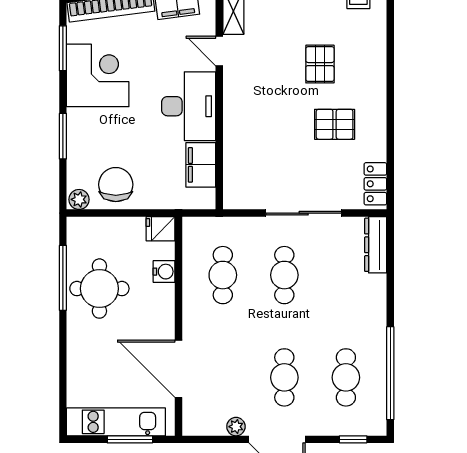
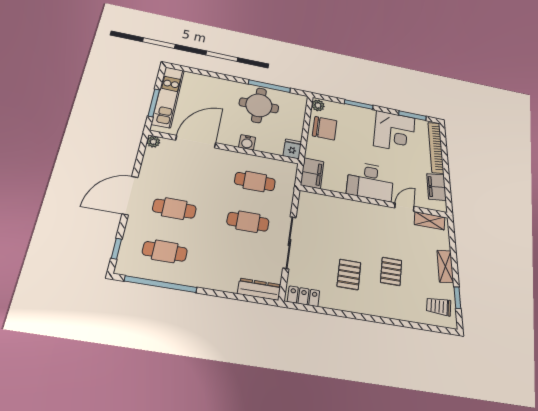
pallet: (320, 64) -> (391, 271), turned 90
filing cabinet: (201, 165) -> (312, 173), moved, turned 90
water cooler: (164, 272) -> (247, 142), moved
plant: (236, 427) -> (153, 142), moved

